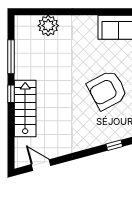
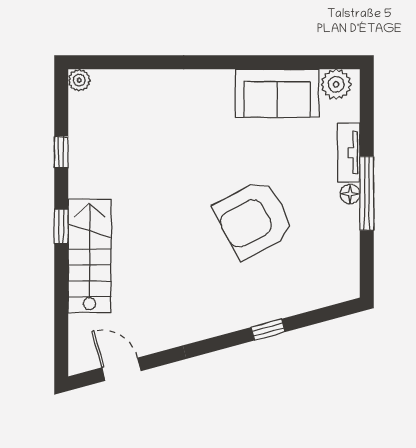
plant: (48, 26) -> (79, 80), moved, width x0.53, depth x0.53
window: (11, 57) -> (61, 152), width x0.46

